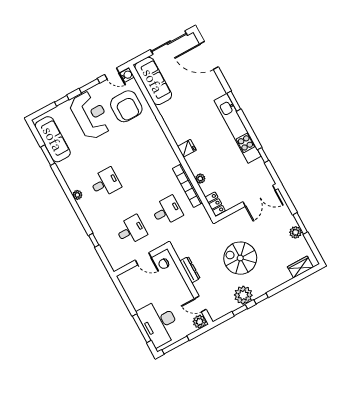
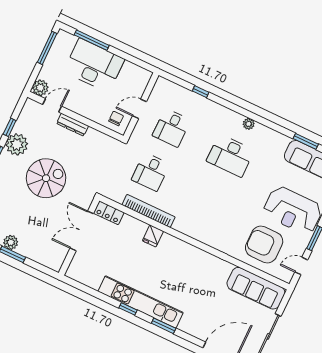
water cooler: (127, 75) -> (286, 275), removed
fridge: (187, 148) -> (153, 236), moved
window: (263, 155) -> (128, 309), moved
plant: (200, 179) -> (141, 227), removed
desk: (105, 183) -> (230, 156), width x1.37
double door: (259, 196) -> (82, 231), moved
dresser: (190, 270) -> (72, 125), moved
desk: (159, 323) -> (94, 65), moved

